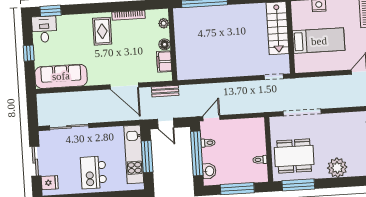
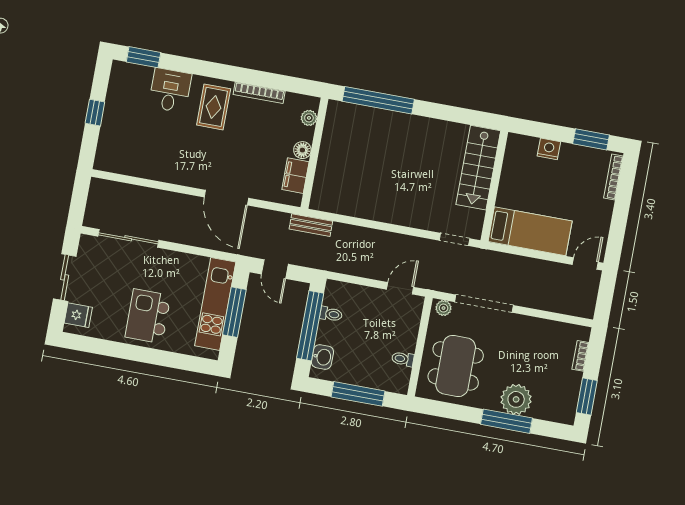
desk: (44, 29) -> (170, 90), moved
bed: (319, 41) -> (530, 231), moved
sofa: (61, 76) -> (135, 160), removed
bench: (165, 91) -> (311, 225), moved
door: (211, 118) -> (400, 288), moved
plant: (278, 122) -> (444, 308), added
dining table: (294, 156) -> (456, 366), turned 90
window: (298, 185) -> (506, 421), moved

